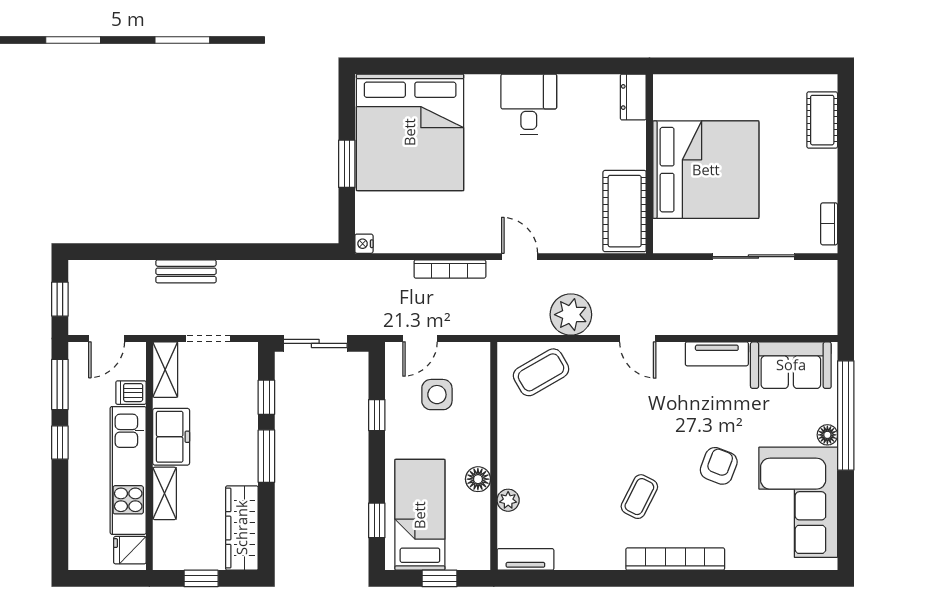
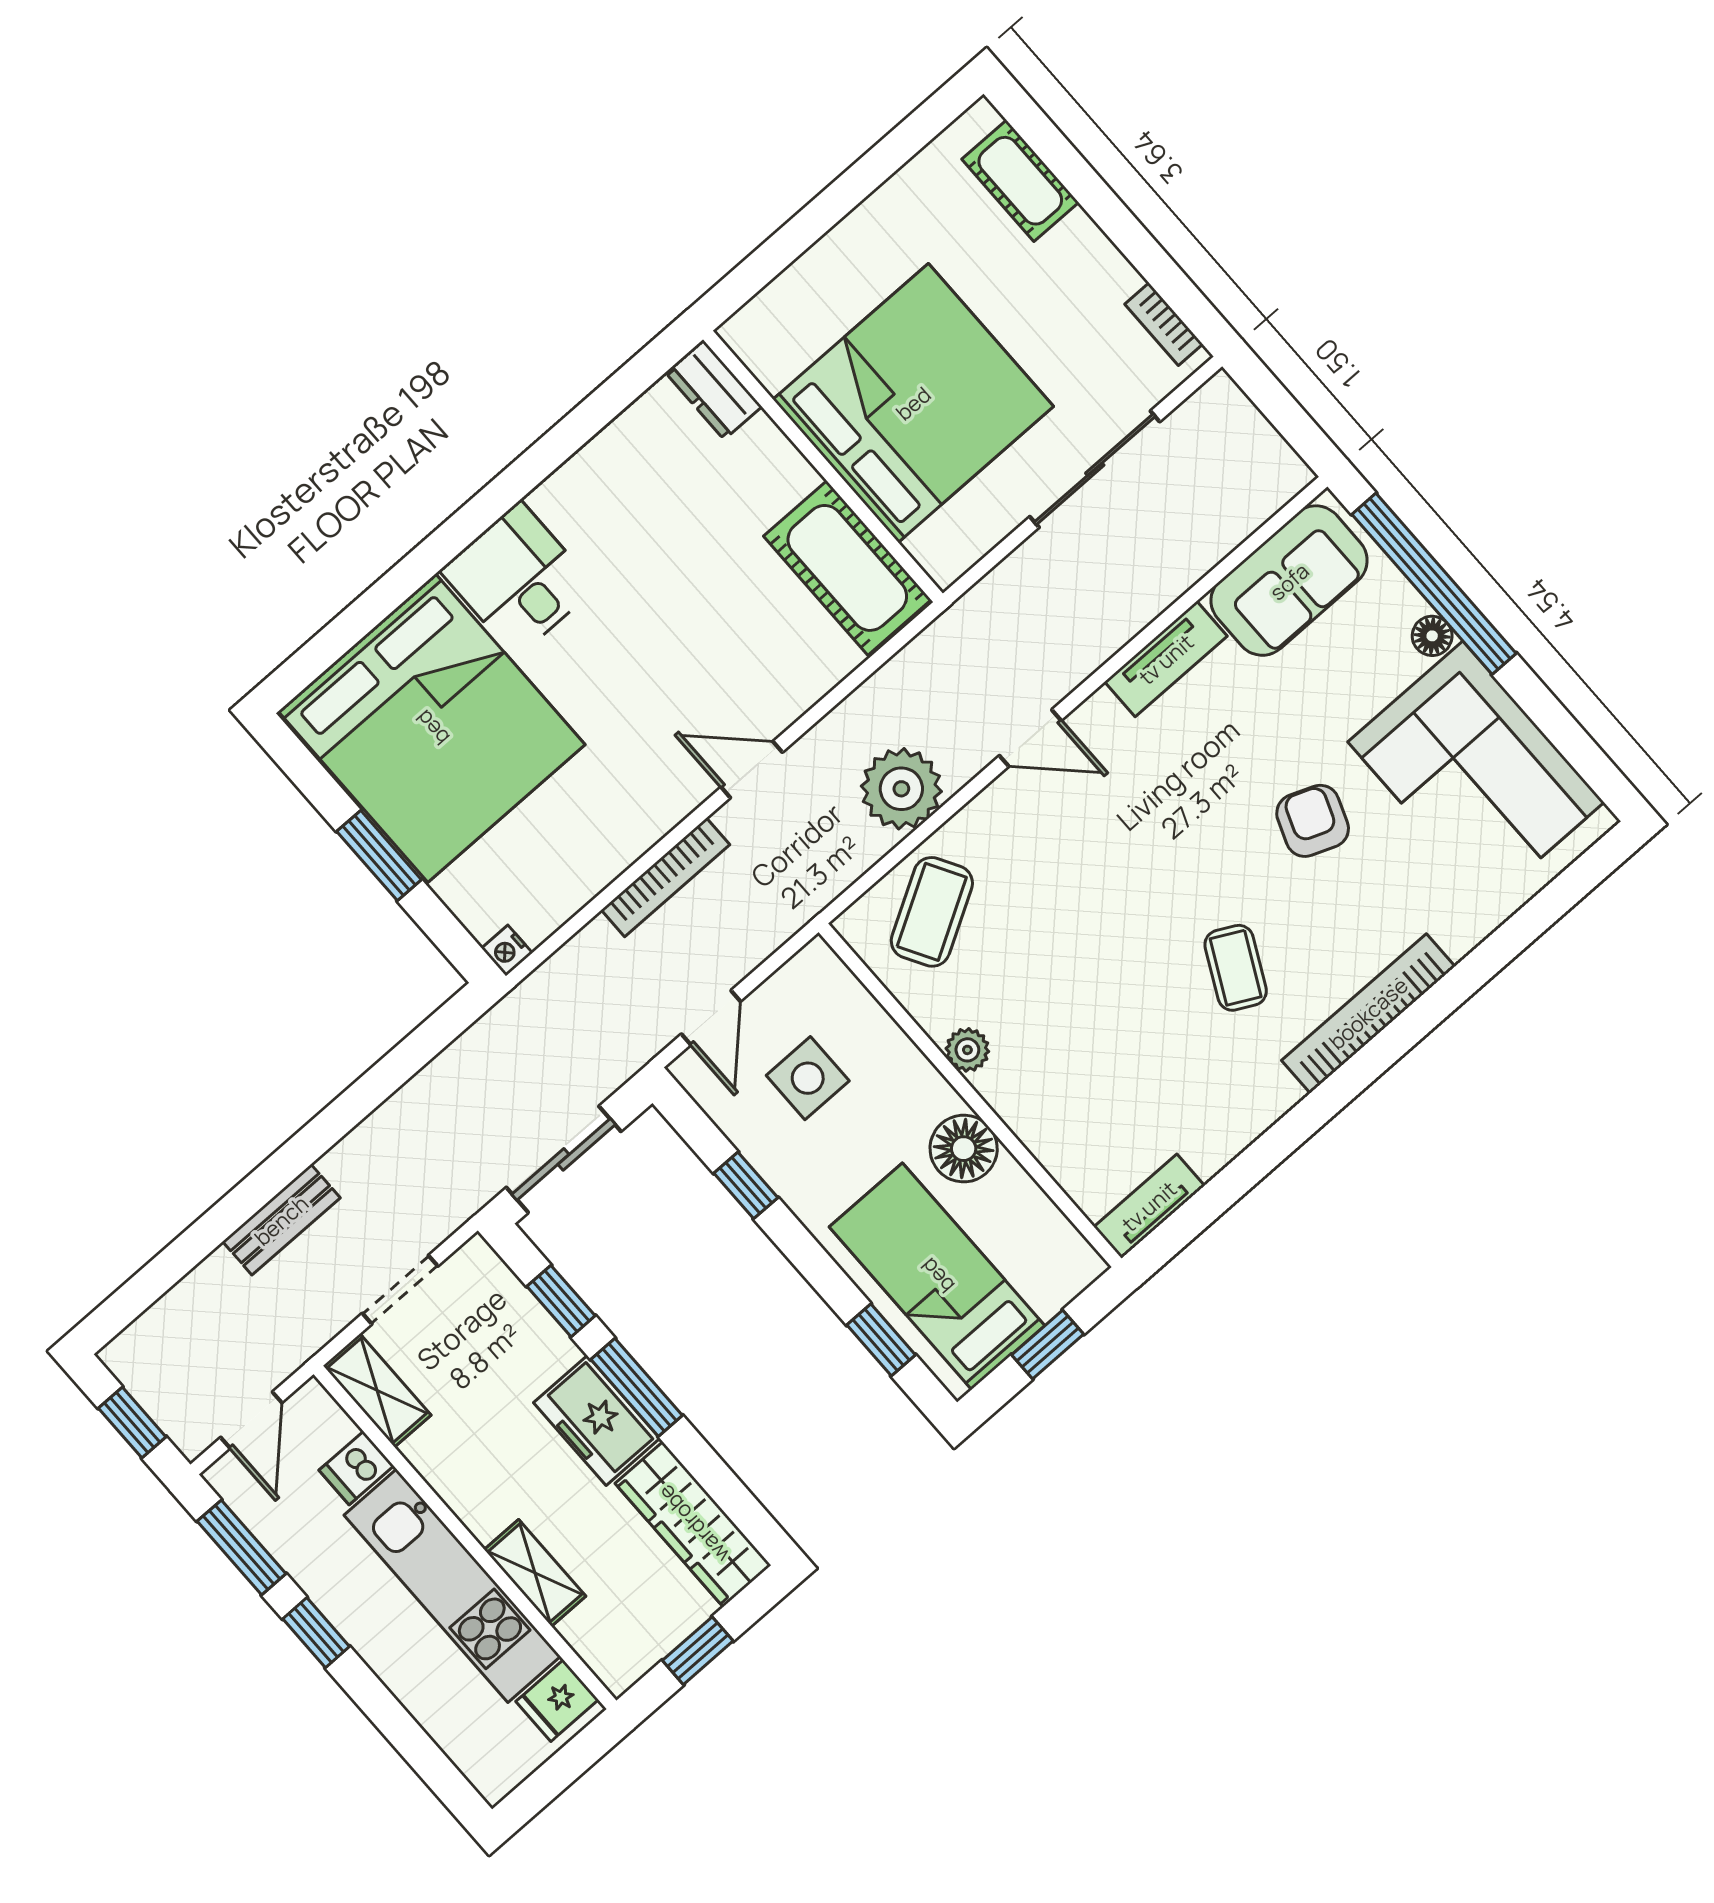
desk: (529, 104) -> (518, 579), moved
freezer: (171, 437) -> (597, 1420), moved, turned 180
floor lamp: (478, 479) -> (964, 1149), width x1.38, depth x1.38
plant: (508, 500) -> (967, 1050), moved

